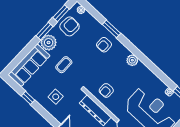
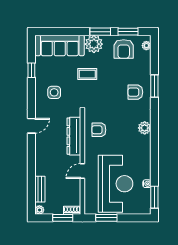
armchair: (69, 26) -> (124, 49), turned 87

